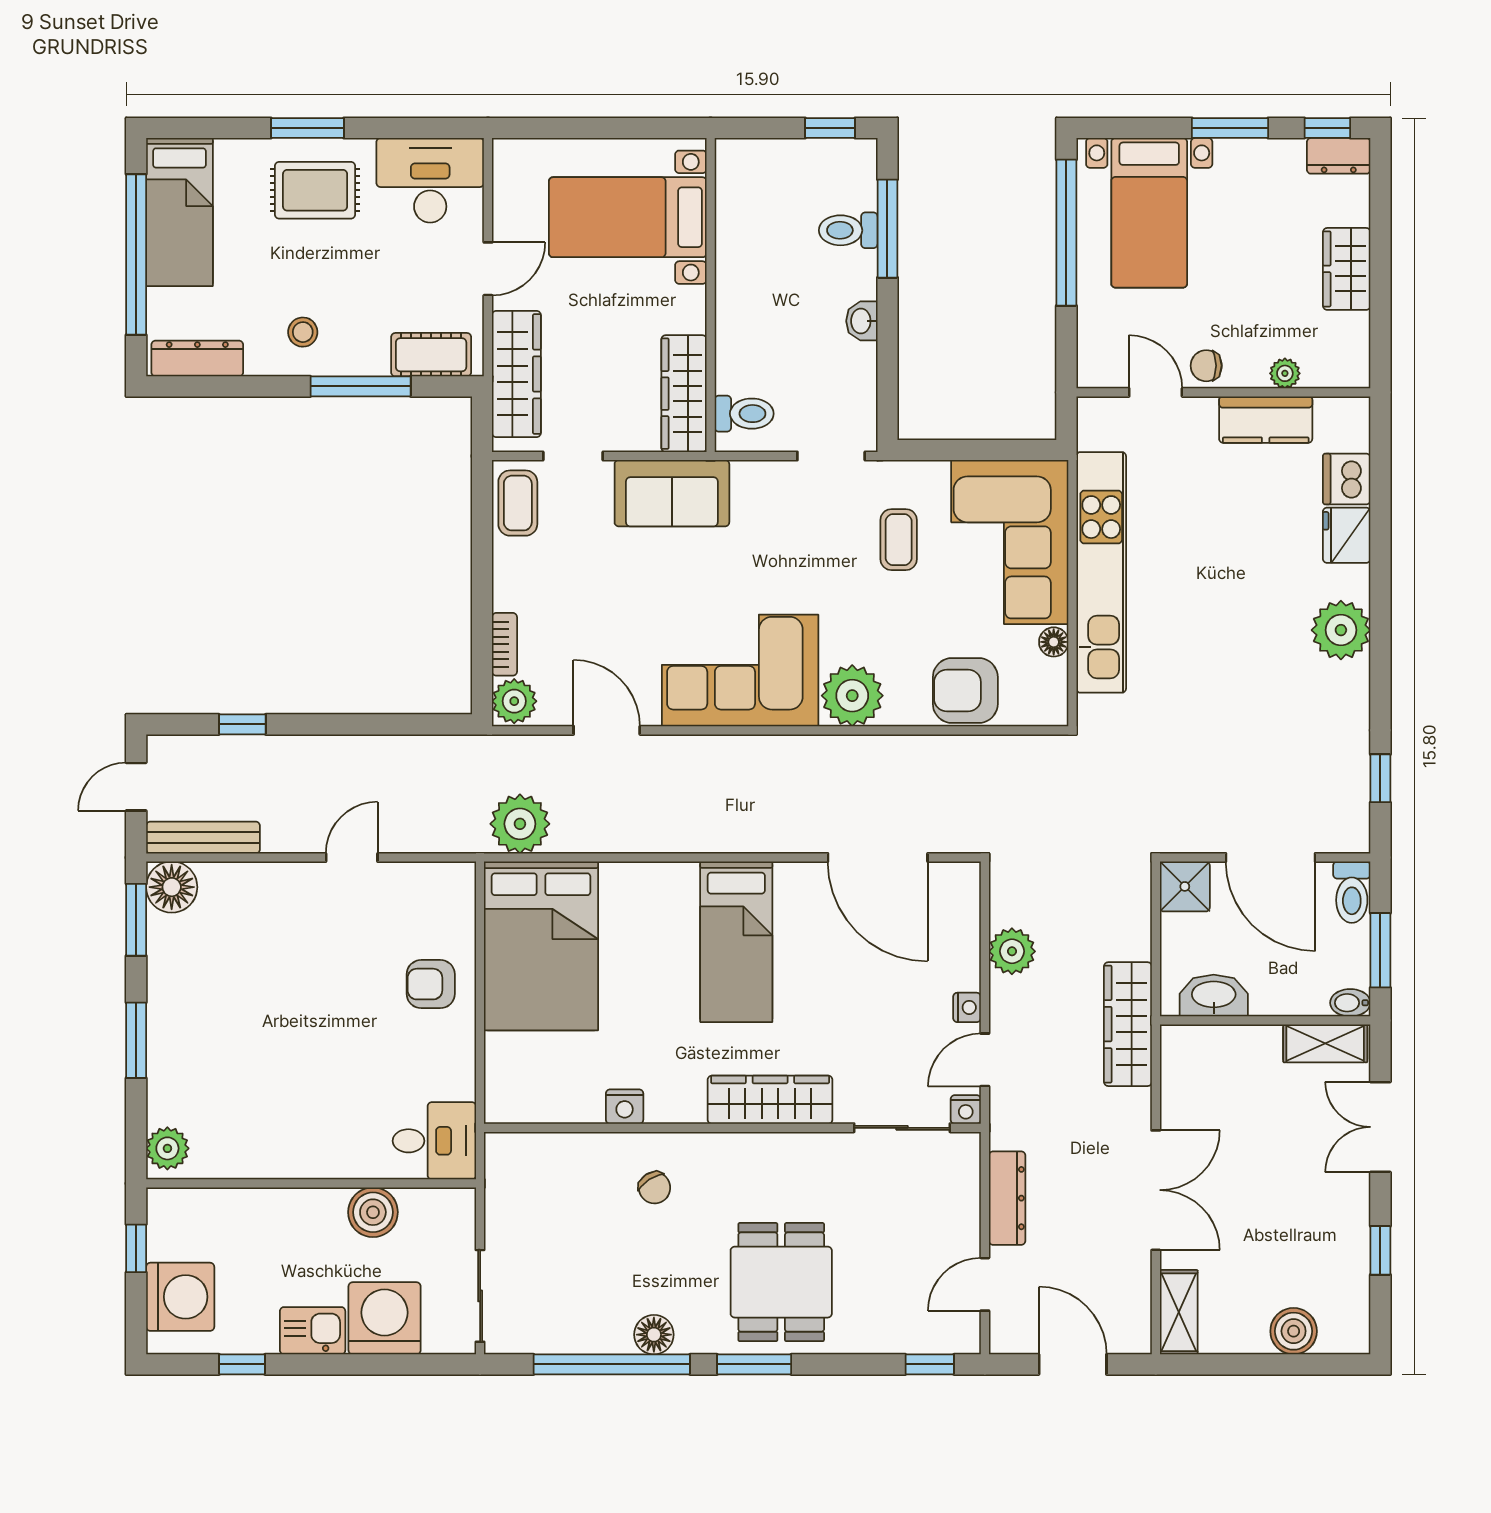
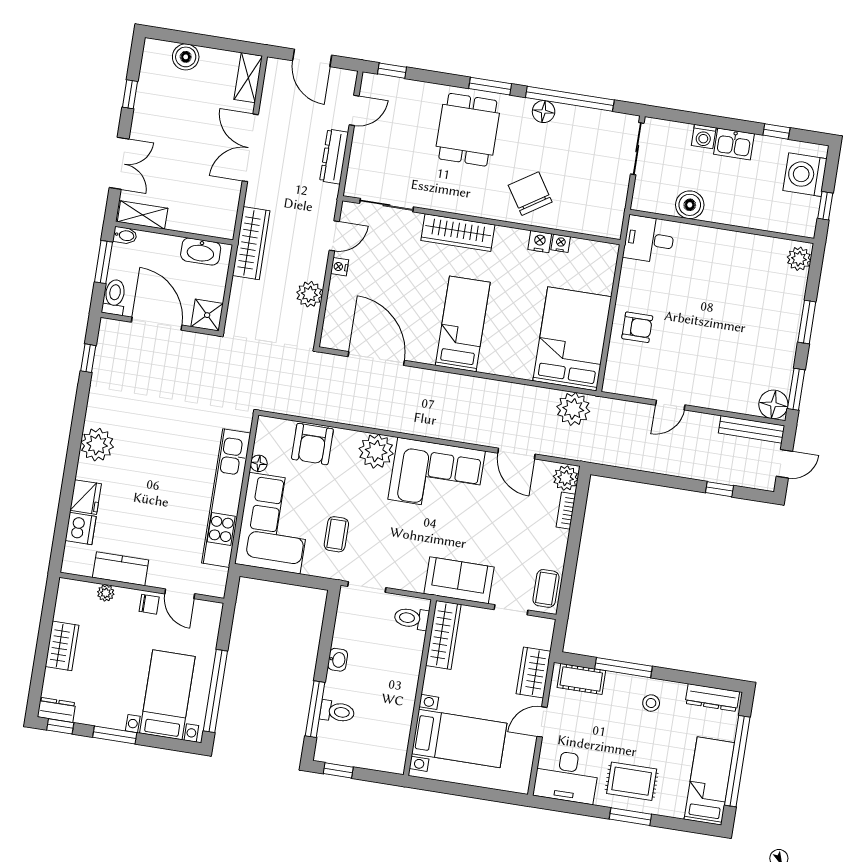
wardrobe: (516, 374) -> (534, 672), width x0.67
armchair: (965, 691) -> (312, 444), turned 90
nightstand: (966, 1110) -> (561, 243), moved
chair: (655, 1188) -> (530, 194), width x1.87, depth x1.87
washing machine: (385, 1318) -> (704, 137), width x0.53, depth x0.53

